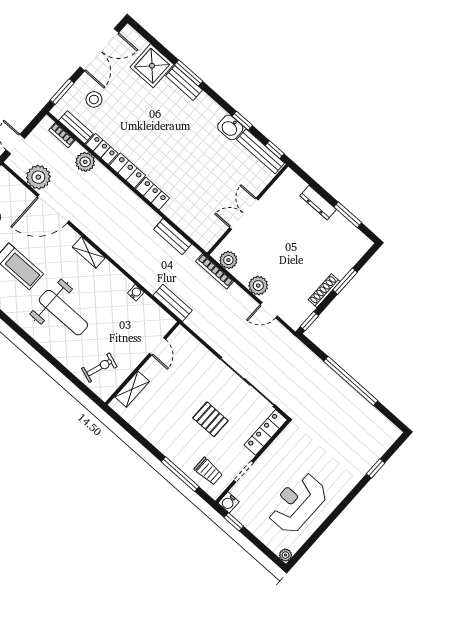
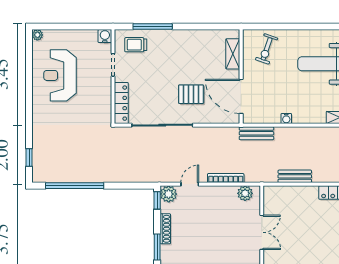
bookcase: (215, 271) -> (226, 178), moved
plant: (258, 286) -> (169, 194), moved
door: (158, 346) -> (241, 96), width x1.88
window: (351, 381) -> (75, 186), moved
pallet: (210, 419) -> (191, 94), moved
window: (376, 469) -> (29, 157), moved
reception desk: (297, 503) -> (60, 75), turned 180
window: (234, 522) -> (90, 27), removed

